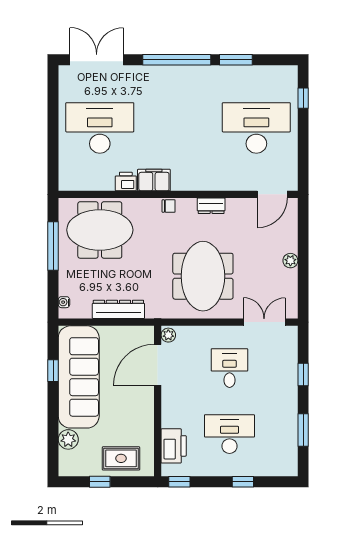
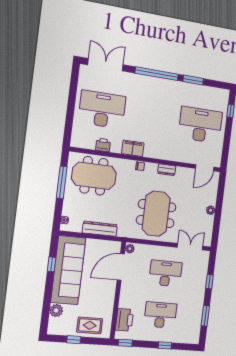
printer: (126, 181) -> (103, 145), moved
desk: (229, 368) -> (165, 273), width x1.37

